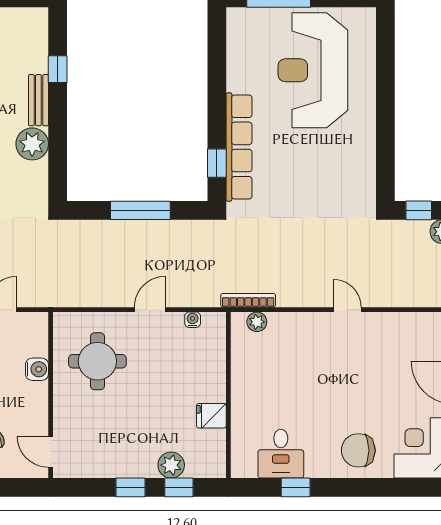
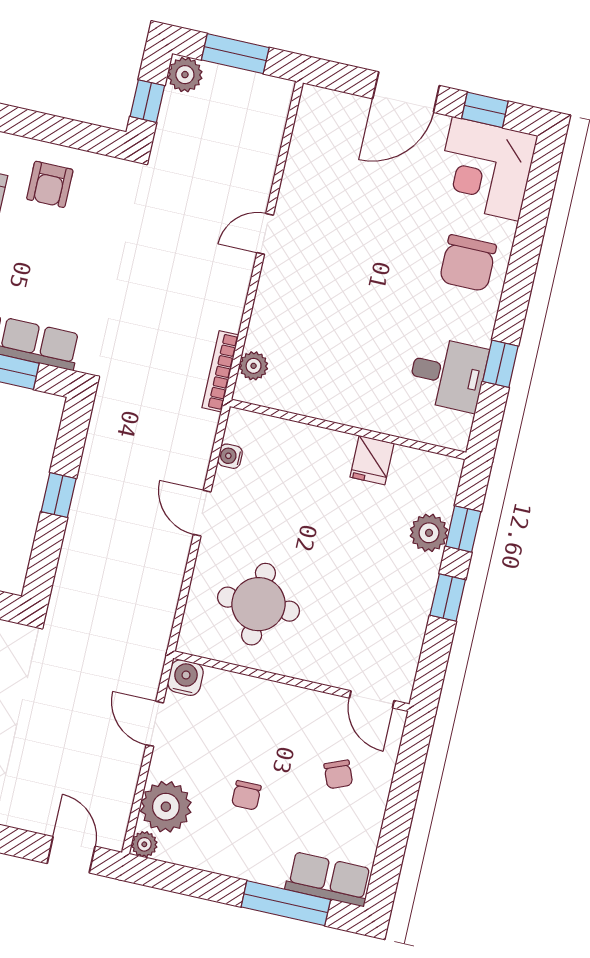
armchair: (348, 157) -> (50, 184), added
window: (140, 210) -> (59, 495), width x0.46
water cooler: (37, 369) -> (185, 678), moved
door: (51, 452) -> (372, 699), hinge flipped

